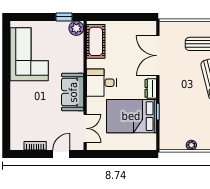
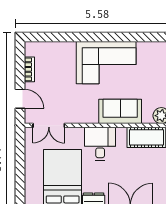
corner sofa: (29, 54) -> (106, 63), moved
sofa: (73, 92) -> (120, 111), moved

